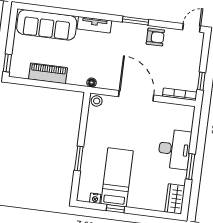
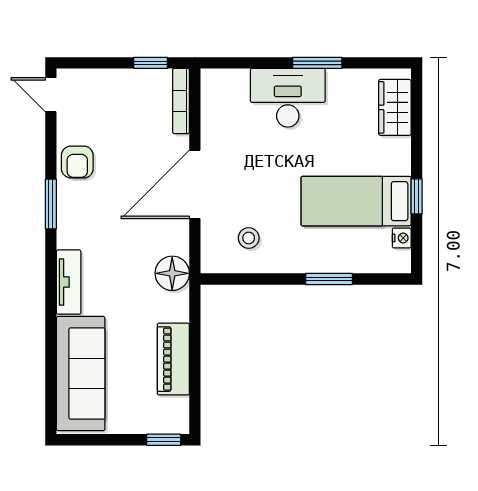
armchair: (155, 37) -> (77, 162), turned 180
floor lamp: (92, 83) -> (172, 273), width x1.89, depth x1.89
stool: (97, 101) -> (249, 238), moved
wardrobe: (175, 199) -> (395, 107), moved, turned 90

